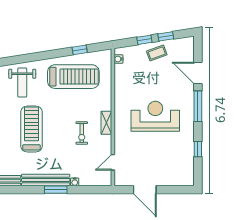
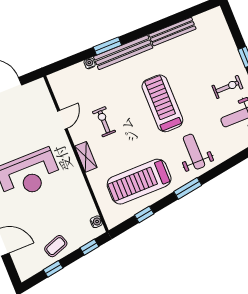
window: (144, 40) -> (89, 247), moved
window: (38, 56) -> (188, 188), added
shelving: (106, 123) -> (86, 157), moved
treadmill: (32, 129) -> (162, 103), turned 180
door: (113, 162) -> (62, 120), moved

